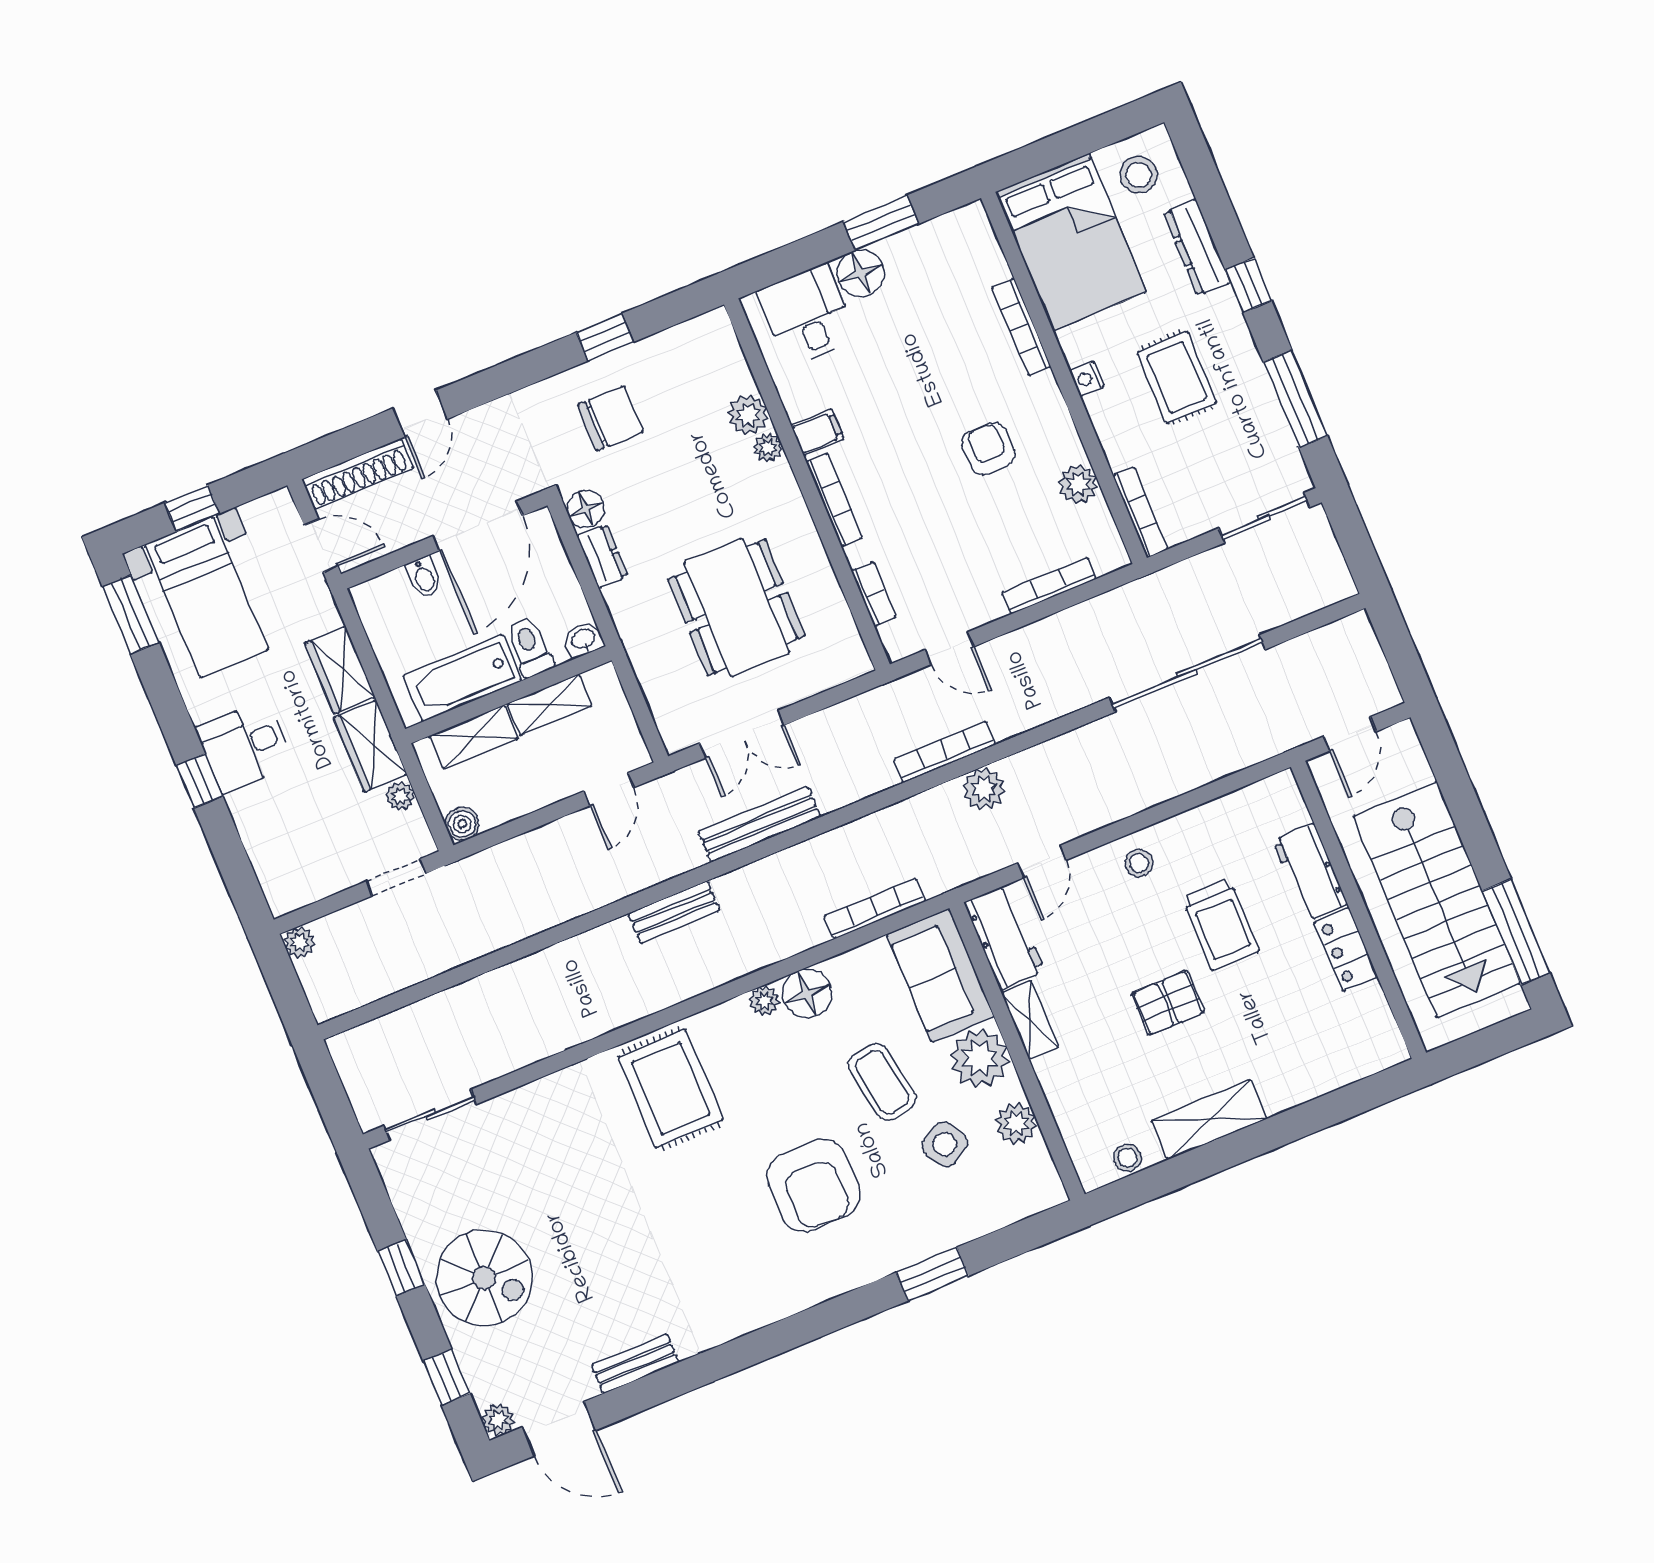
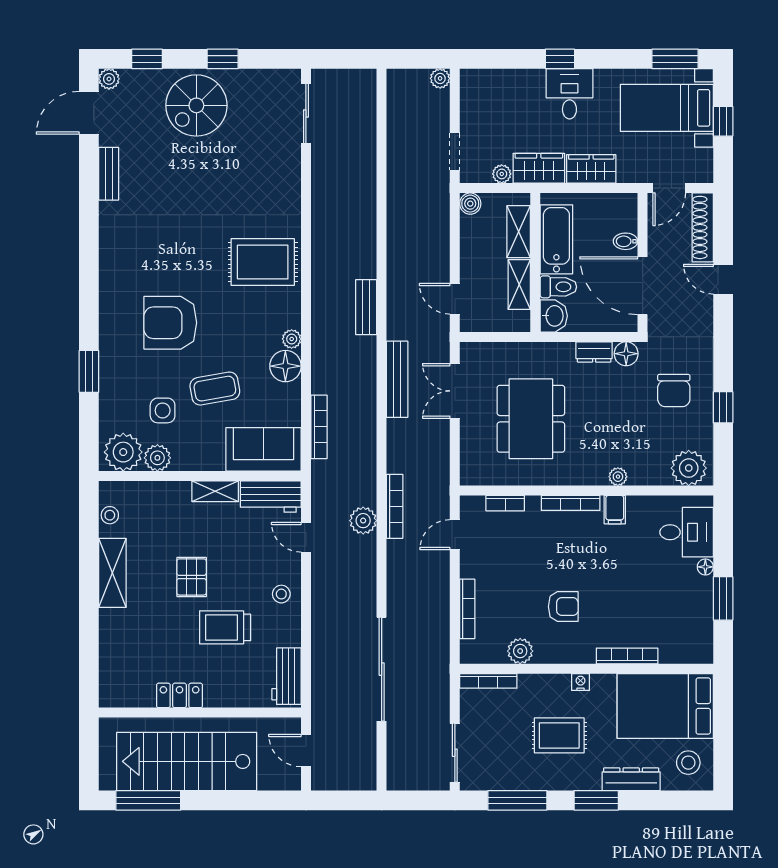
floor lamp: (861, 273) -> (705, 567), width x0.53, depth x0.53
window: (1248, 285) -> (596, 800), width x1.50
plant: (748, 415) -> (689, 468), moved, width x1.36, depth x1.36
dining table: (737, 608) -> (531, 419), turned 90
washbasin: (583, 640) -> (554, 316), width x1.38, depth x1.45
workbench: (1310, 872) -> (286, 676), moved, turned -90
plant: (979, 1058) -> (123, 452), moved
side table: (945, 1144) -> (163, 410), turned 31

